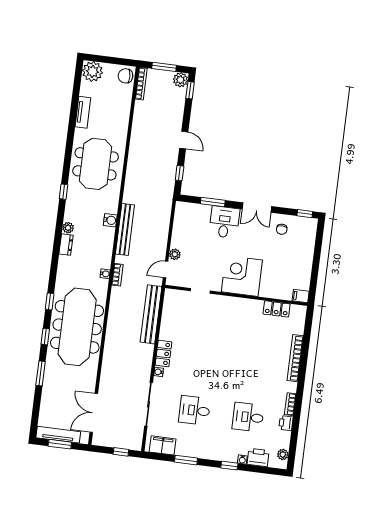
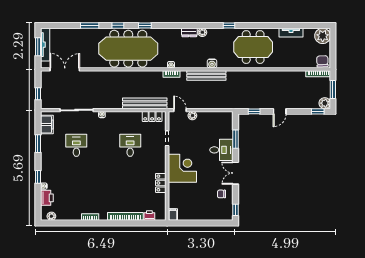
locker: (277, 309) -> (161, 183), moved
locker: (163, 354) -> (152, 116), moved
desk: (248, 417) -> (130, 145), moved
printer: (286, 423) -> (149, 216), moved

